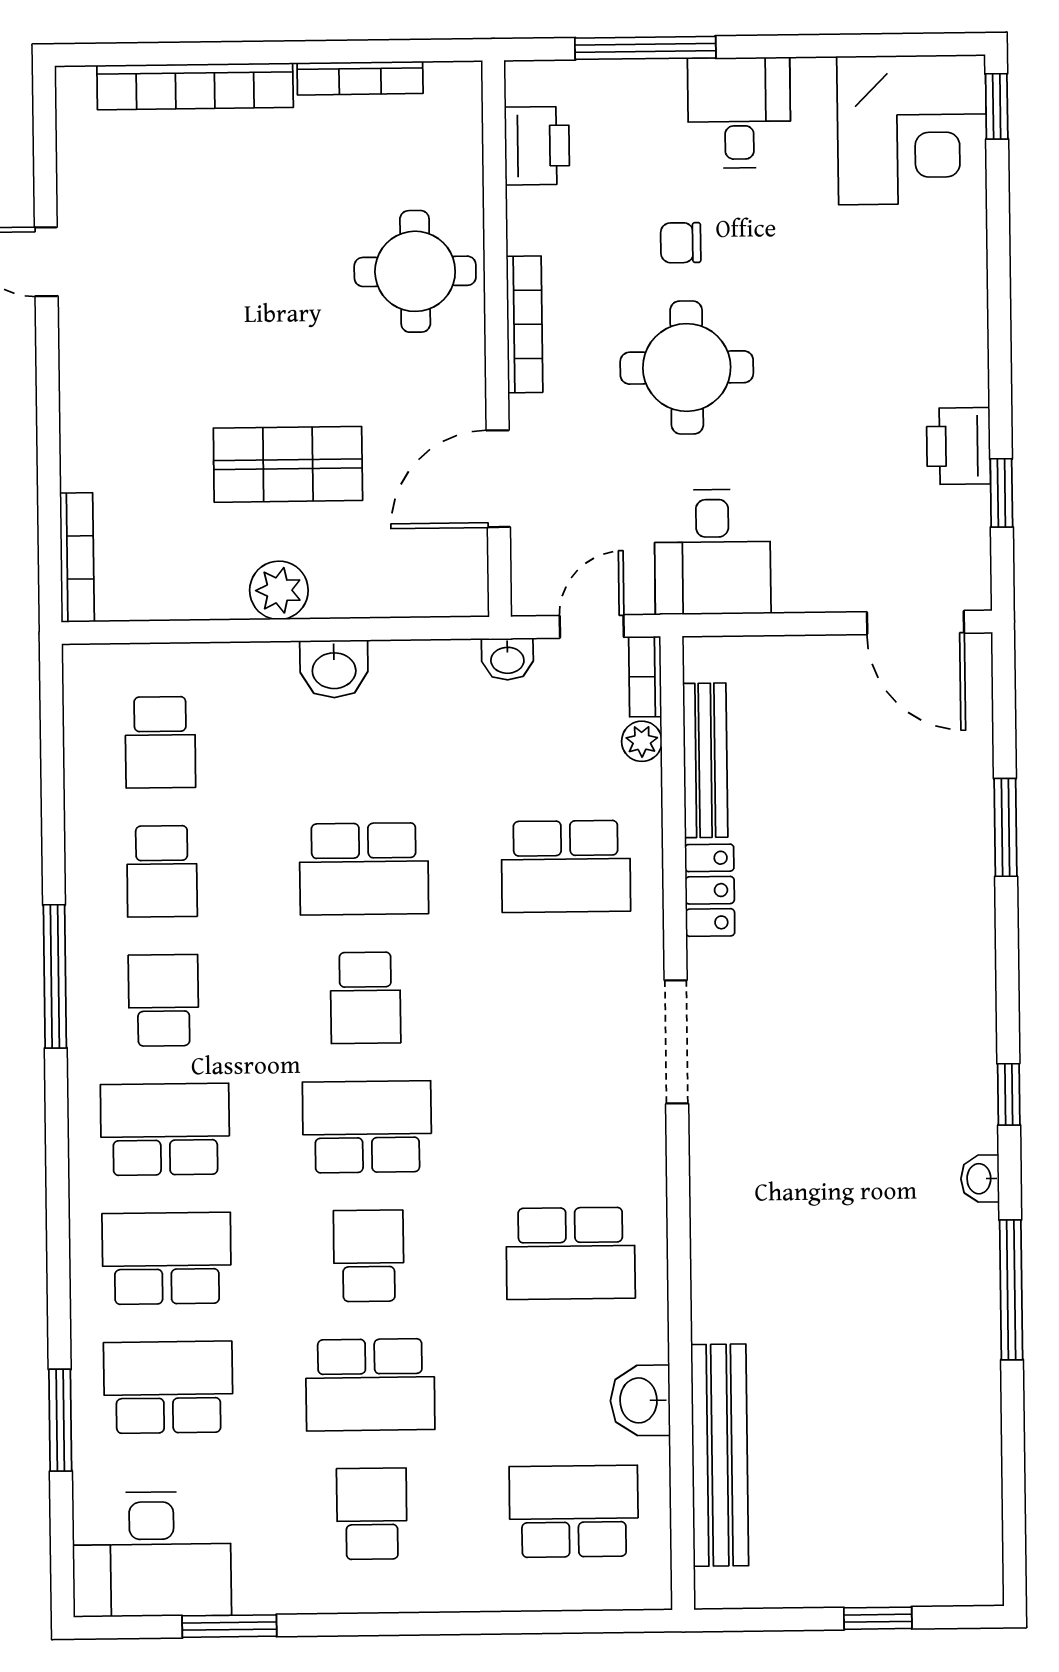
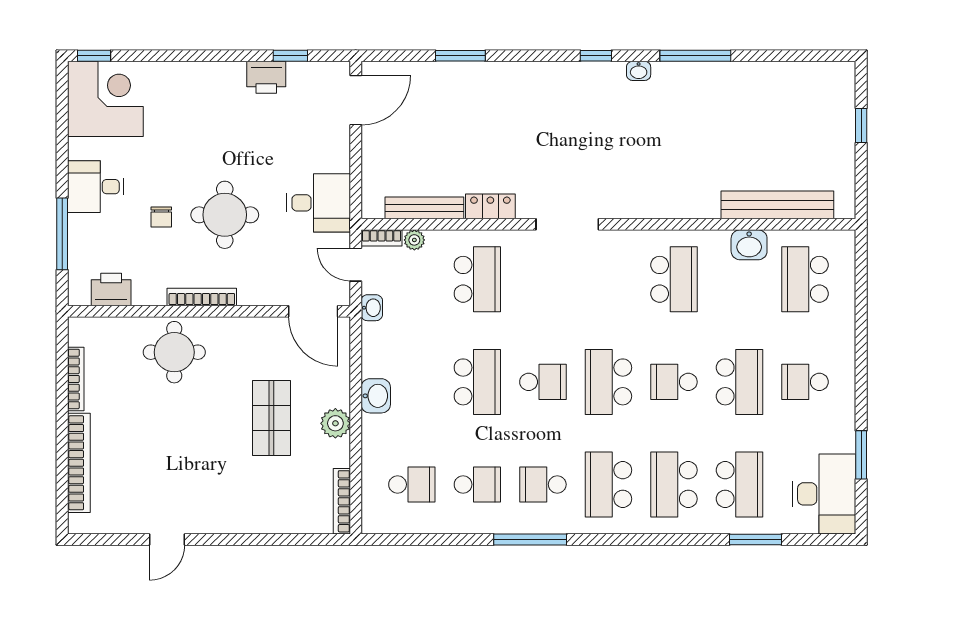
door: (498, 479) -> (313, 311), moved
bookcase: (77, 557) -> (342, 501), moved, turned -90
school desk: (168, 1387) -> (739, 484), turned 180

